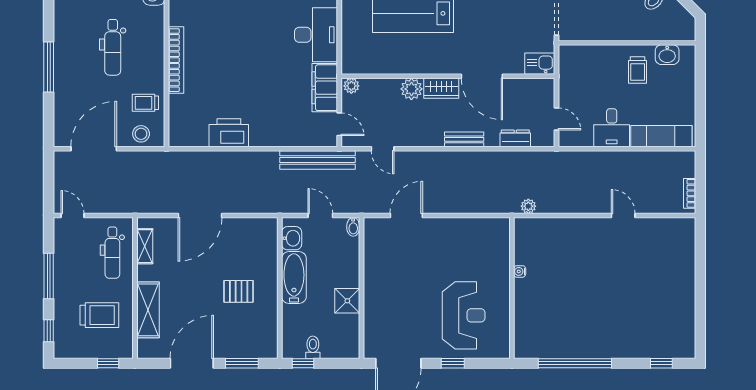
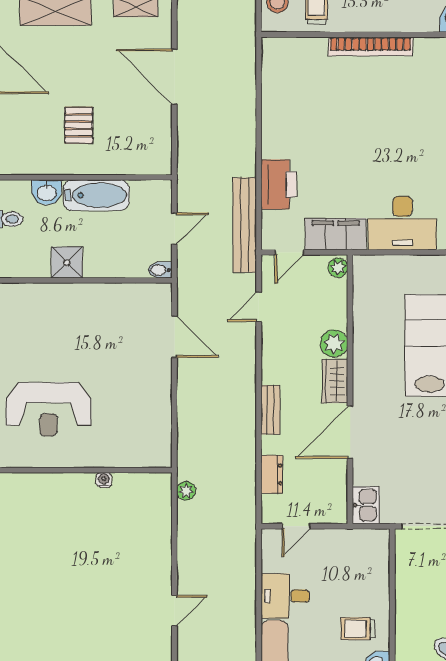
printer: (229, 133) -> (279, 184), moved
washbasin: (292, 238) -> (47, 192), moved

